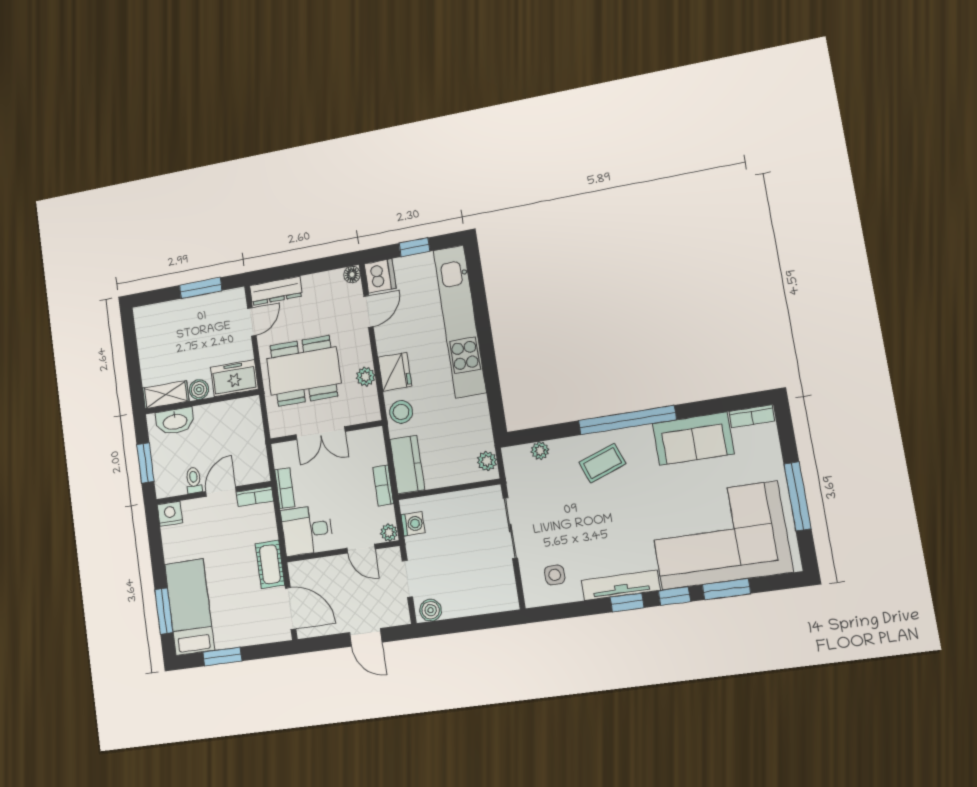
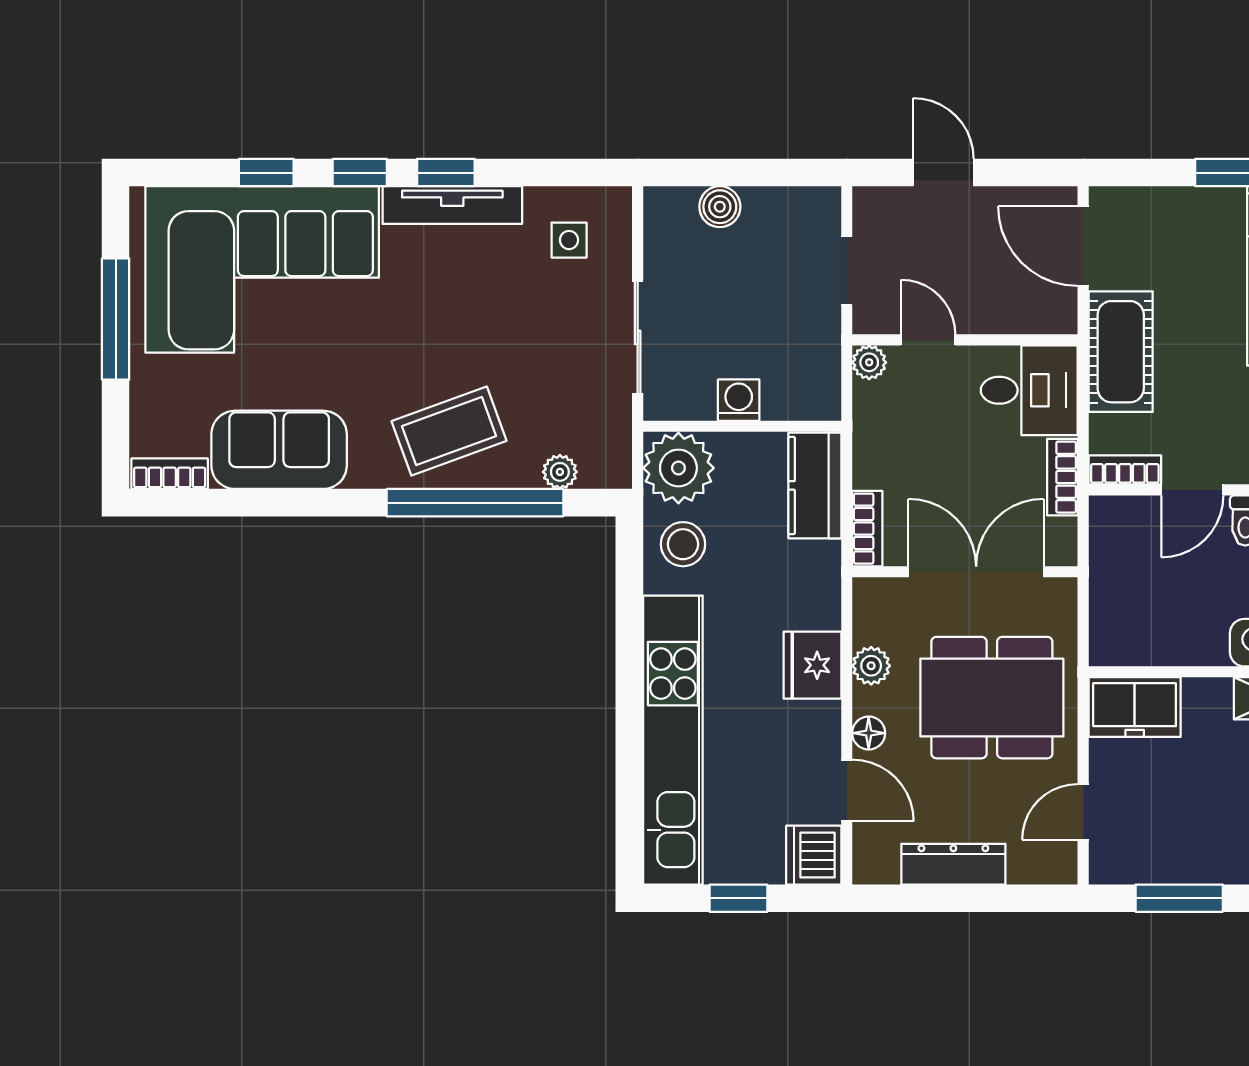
floor lamp: (352, 275) -> (869, 733), moved
dresser: (276, 291) -> (953, 864), moved
door: (368, 311) -> (847, 790), swing flipped
boiler: (199, 390) -> (1210, 697), removed
stool: (401, 412) -> (683, 544), moved
window: (627, 420) -> (475, 503), moved
double door: (320, 433) -> (976, 572), width x1.37
plant: (487, 461) -> (678, 468), width x1.88, depth x1.88
coffee table: (602, 463) -> (449, 431), width x1.36, depth x1.30
bookcase: (383, 485) -> (867, 529), moved
washing machine: (413, 524) -> (739, 400), moved, turned 90
cot: (270, 564) -> (1121, 352), width x1.37, depth x1.34
window: (726, 589) -> (266, 173), width x0.67
boiler: (431, 610) -> (720, 207), moved

